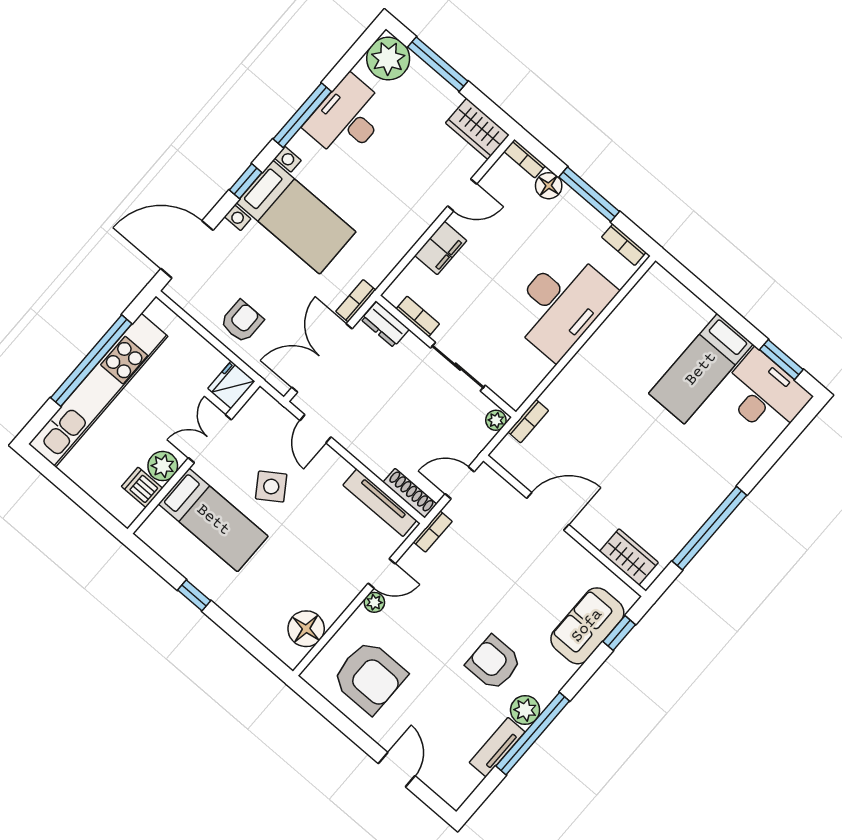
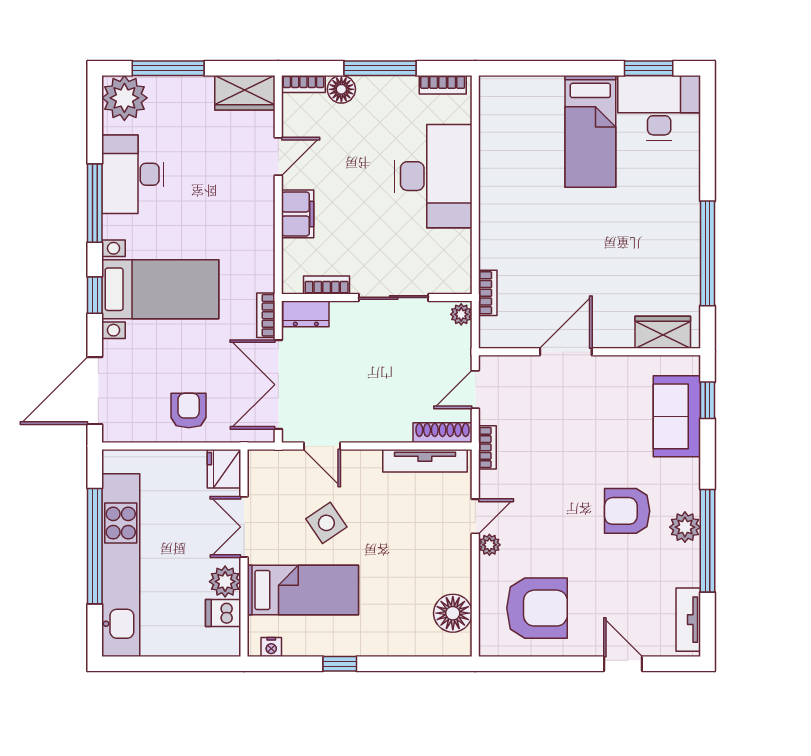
nightstand: (155, 541) -> (271, 647), added
tv unit: (497, 747) -> (688, 620), moved

